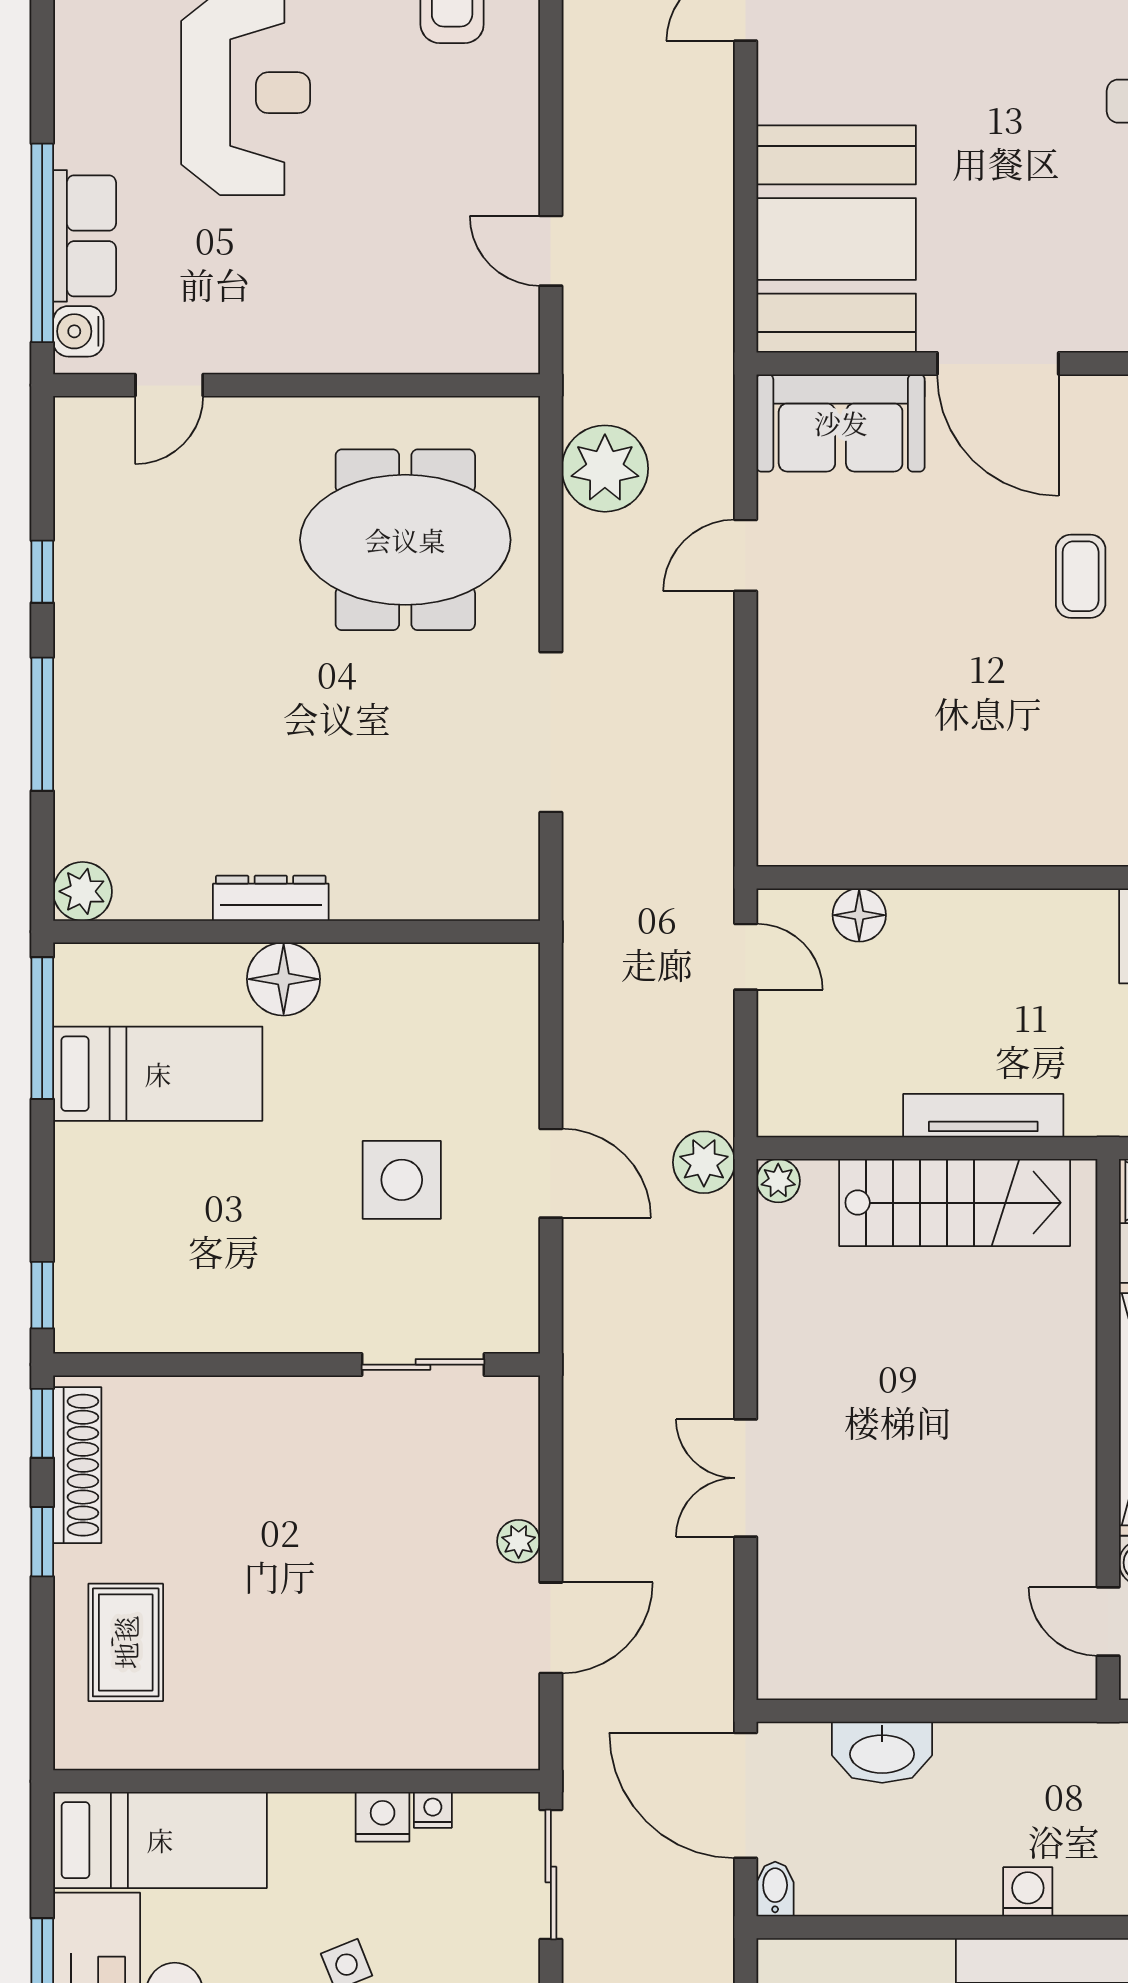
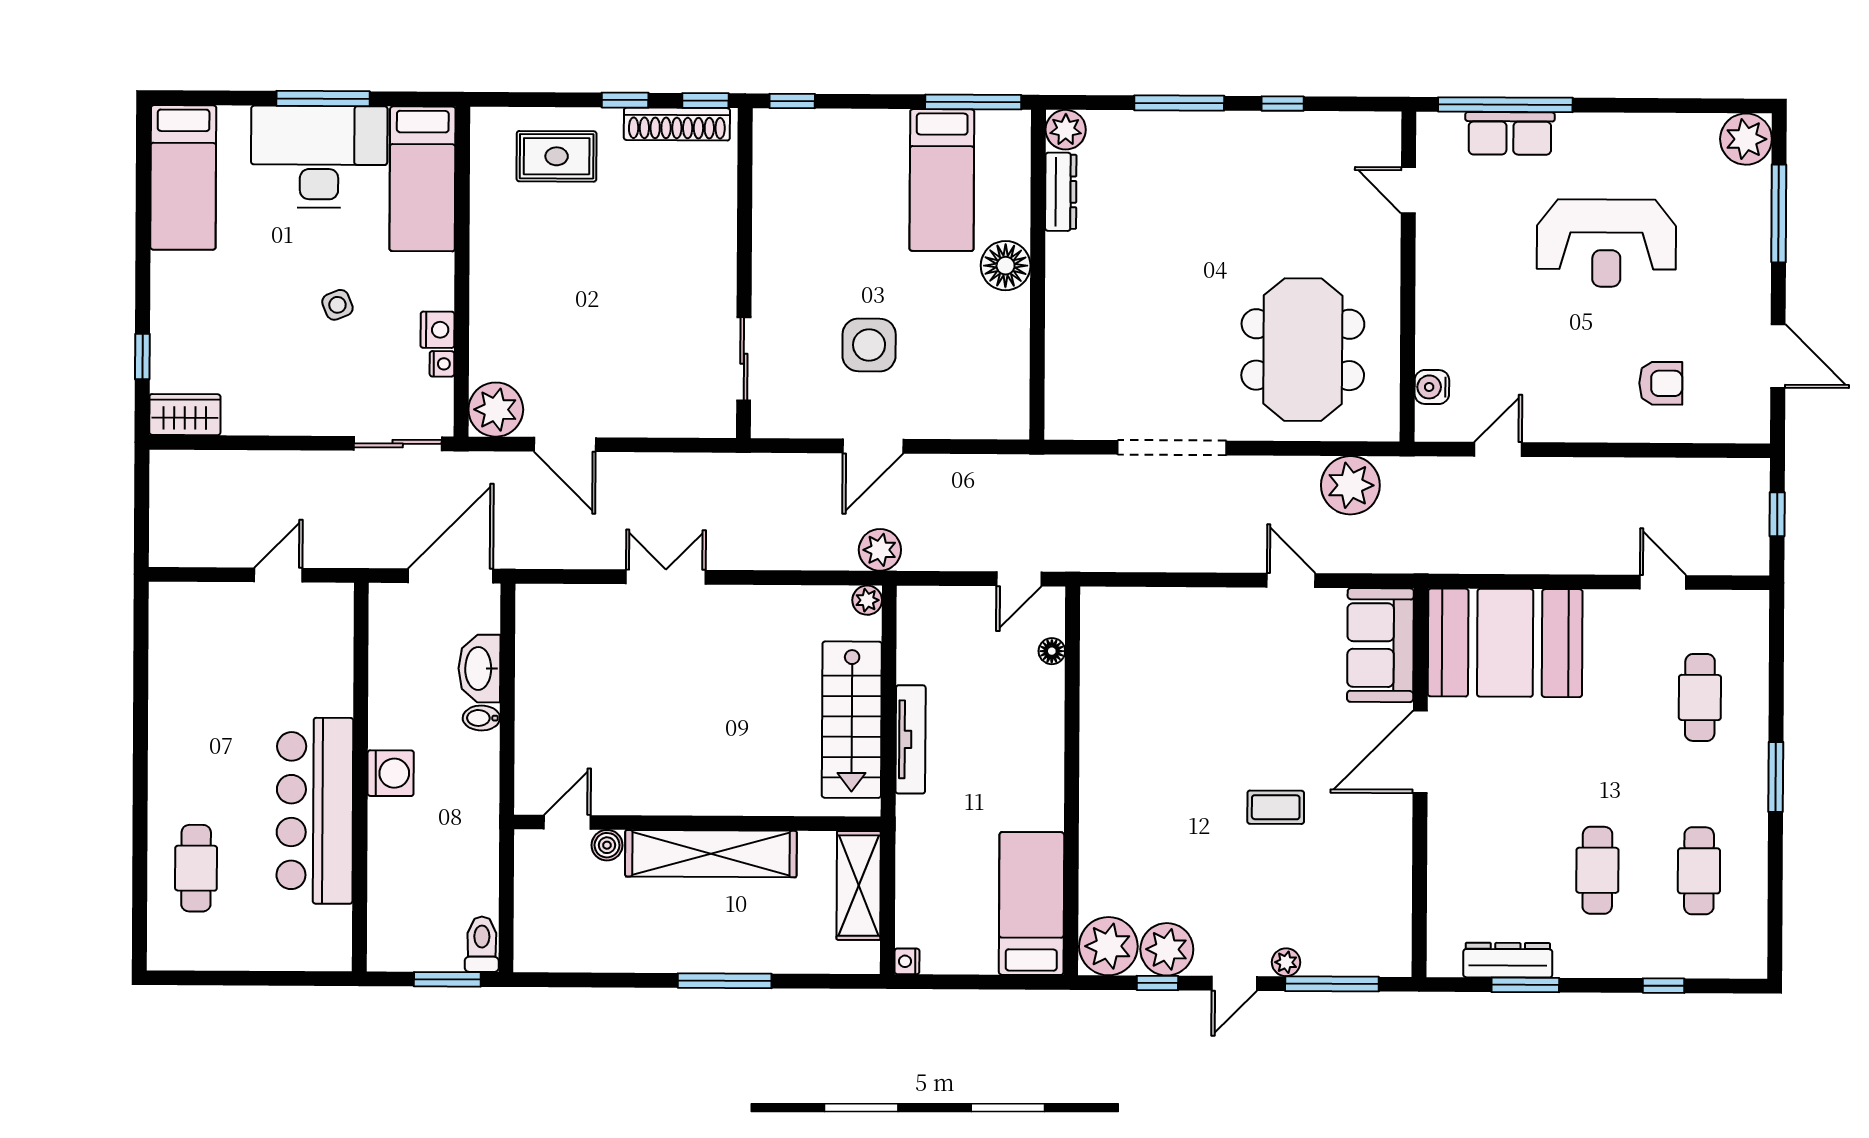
water cooler: (78, 331) -> (1432, 387), moved, turned -90
dresser: (271, 898) -> (1061, 192), moved
floor lamp: (859, 915) -> (1052, 651), width x0.73, depth x0.73
plant: (519, 1541) -> (496, 410), moved, width x1.87, depth x1.87
bidet: (775, 1889) -> (481, 718), moved, turned 180
washing machine: (1028, 1892) -> (391, 773), width x1.38, depth x1.38

